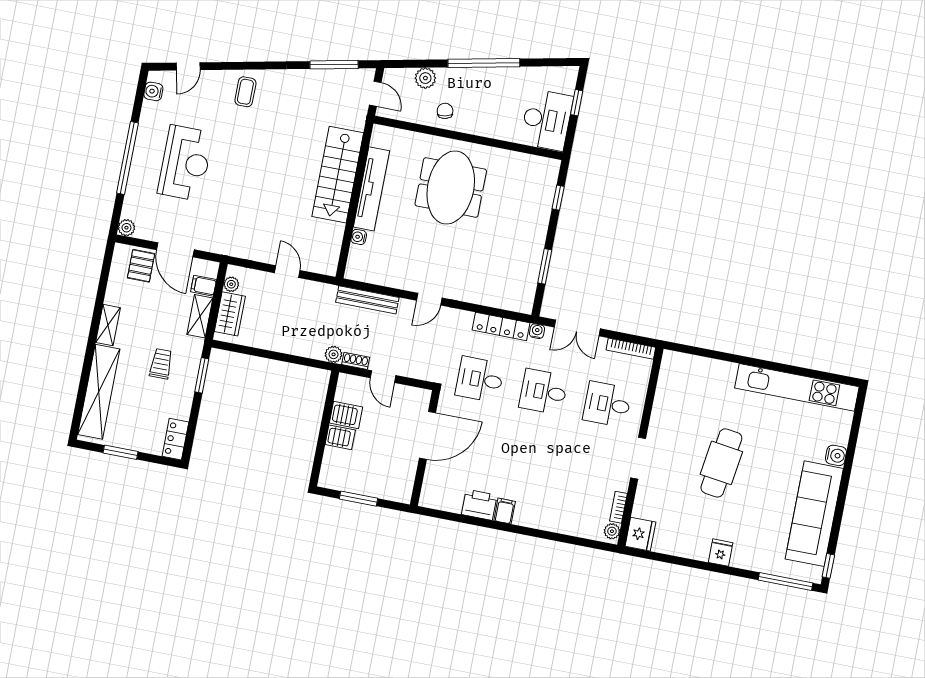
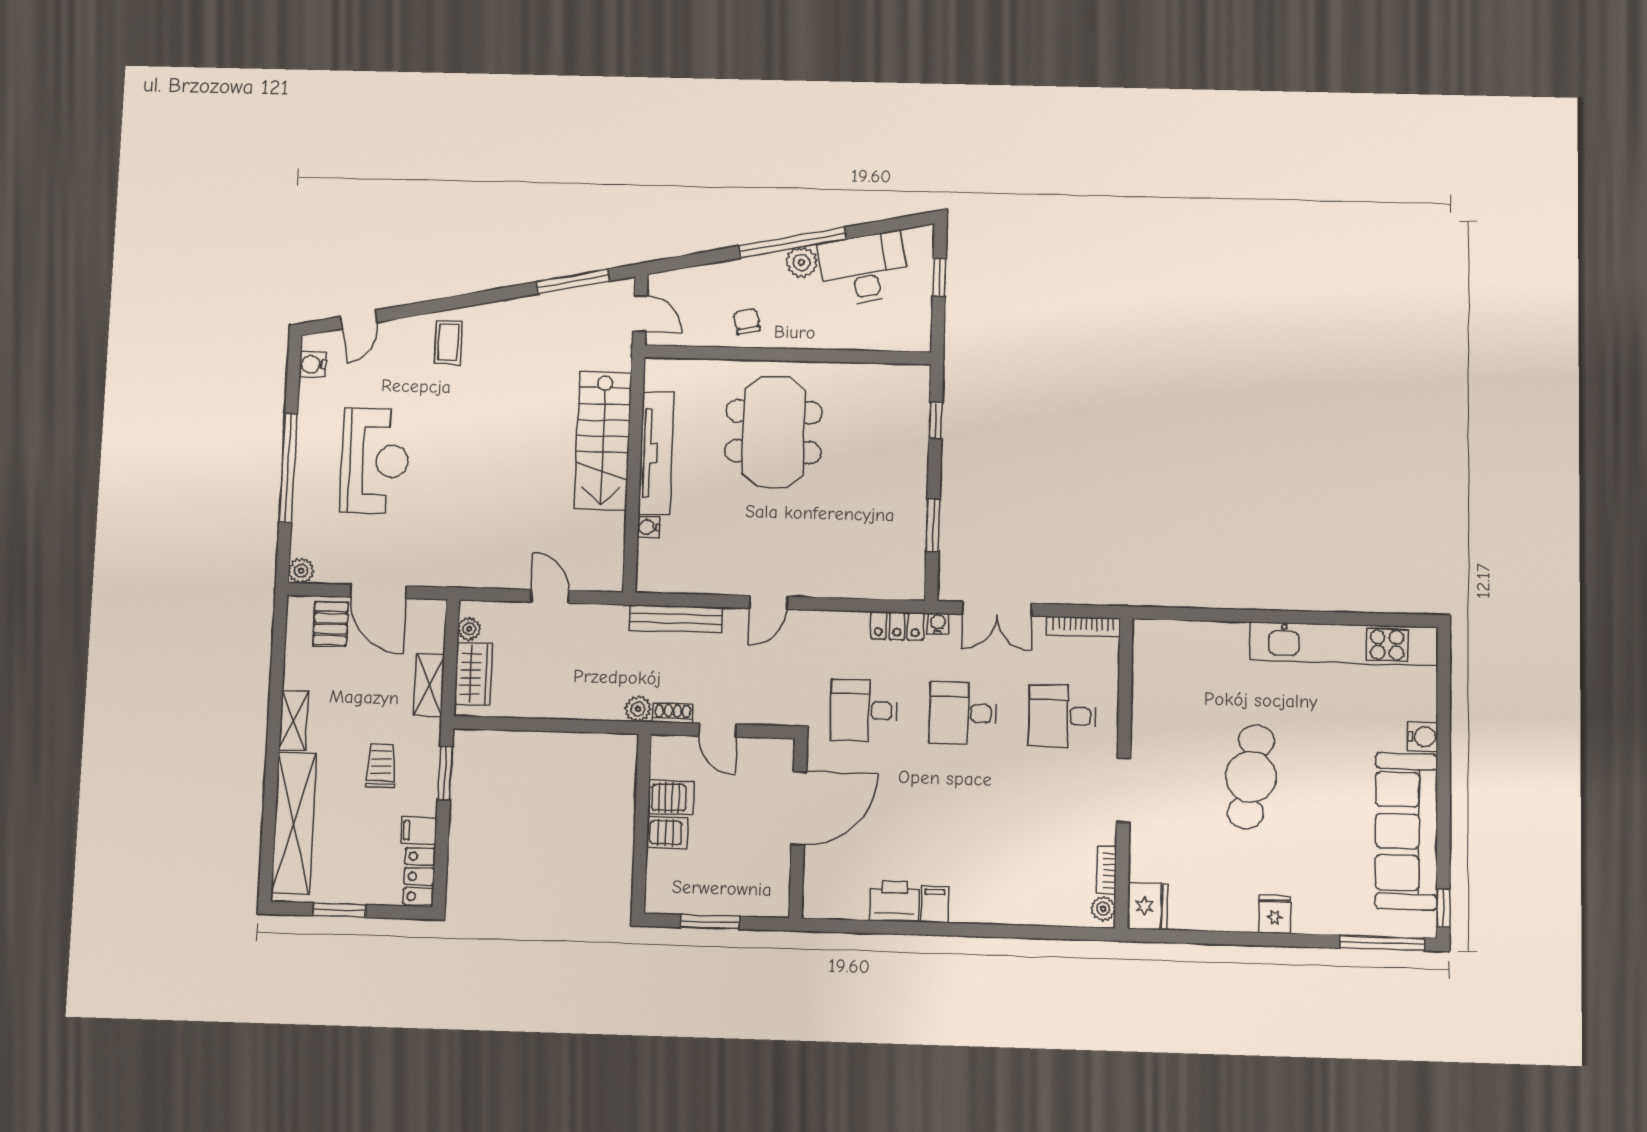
plant: (425, 78) -> (802, 262), moved
desk: (547, 120) -> (864, 269), moved, turned -102
filing cabinet: (204, 286) -> (419, 831), moved
locker: (501, 326) -> (897, 626), width x0.66

